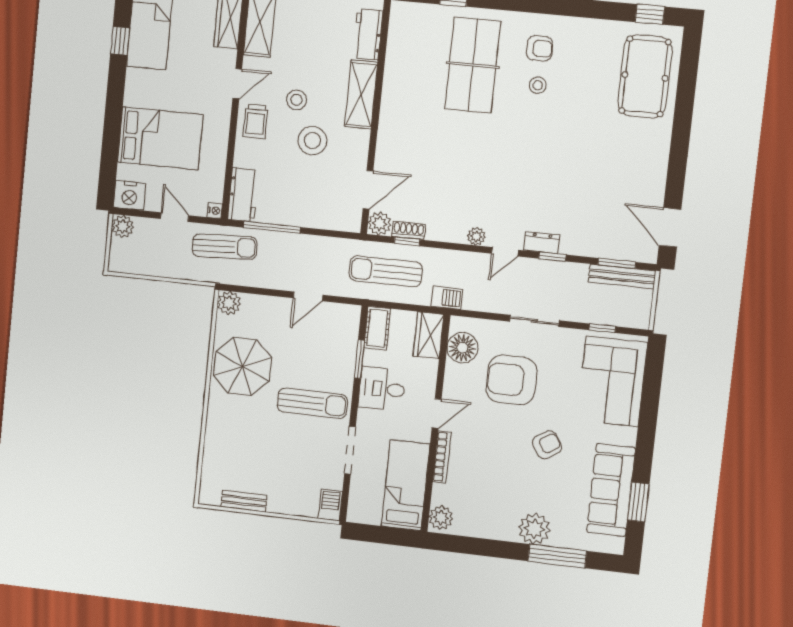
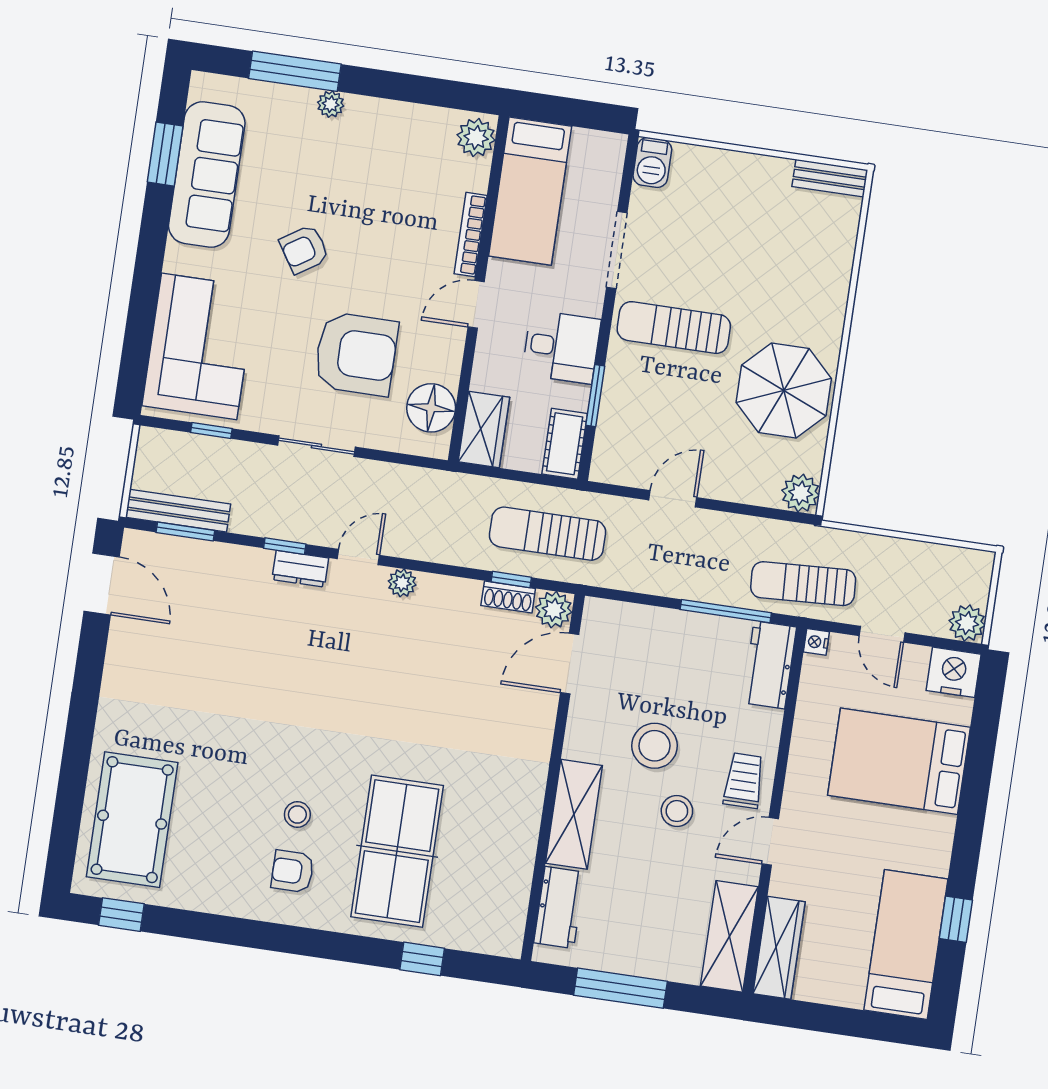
sun lounger: (386, 271) -> (548, 534), turned 180
barbecue: (447, 298) -> (452, 488), removed
bench: (244, 501) -> (830, 178), moved
plant: (534, 529) -> (331, 104), width x0.53, depth x0.53

